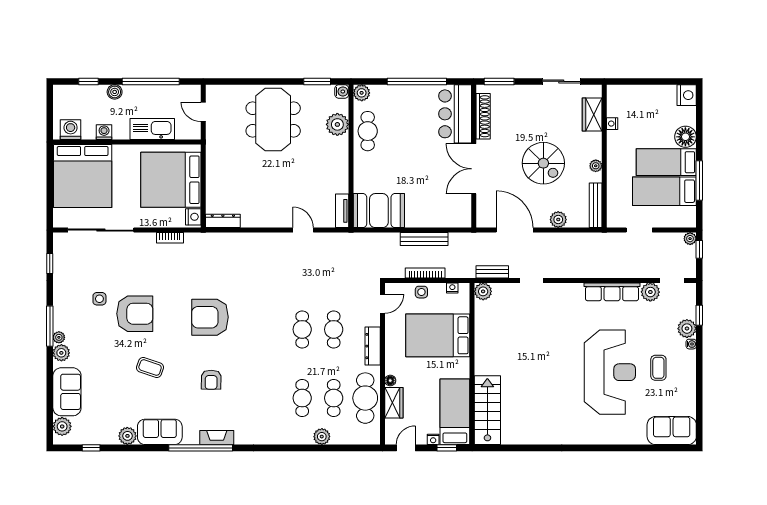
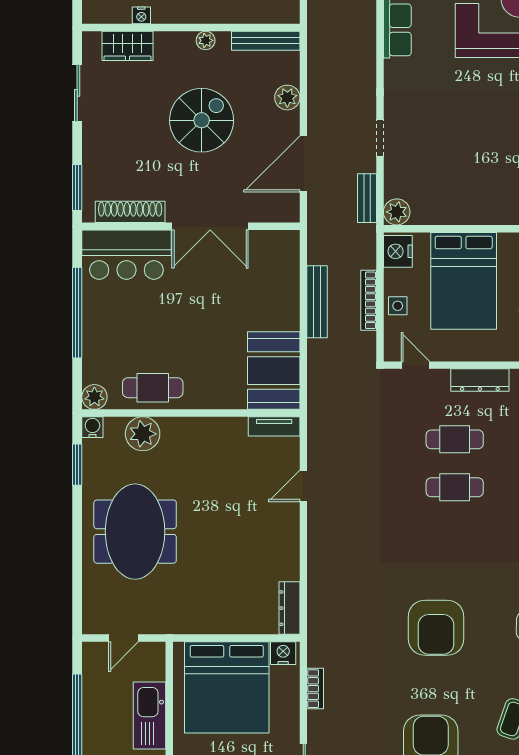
meeting table: (273, 120) -> (135, 532), turned 90
nightstand: (452, 288) -> (398, 251), width x1.89, depth x1.79

